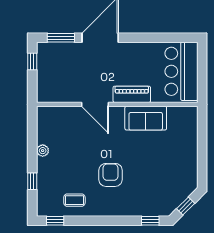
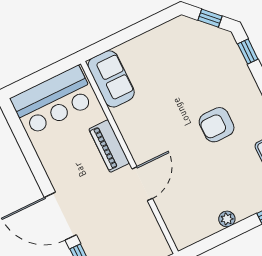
sofa: (146, 118) -> (111, 79), moved

